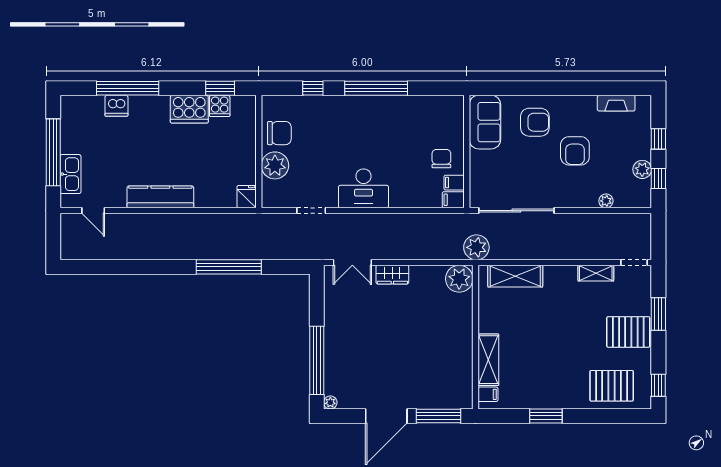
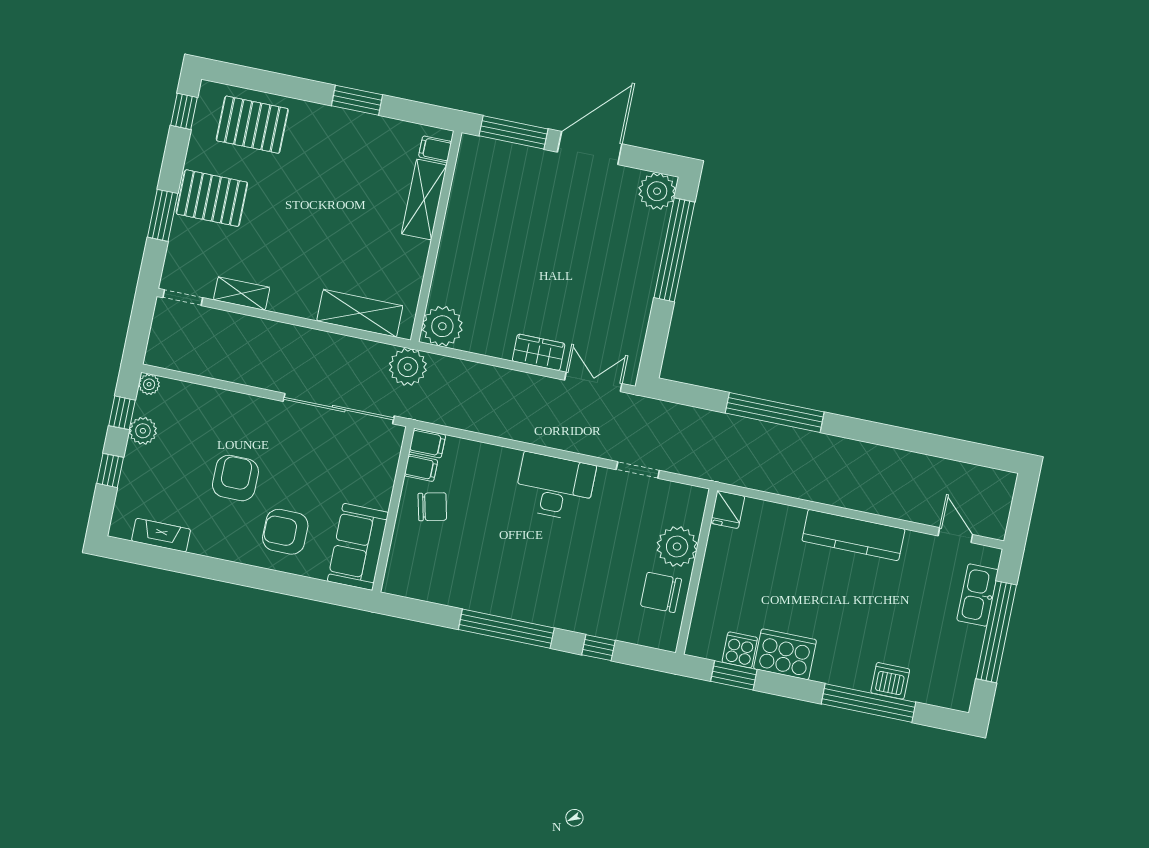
chair: (441, 159) -> (432, 507), turned -103
plant: (606, 201) -> (149, 384), moved
plant: (330, 402) -> (657, 191), width x1.87, depth x1.87

